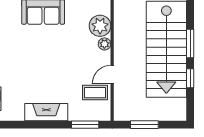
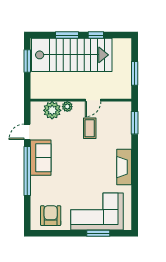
door: (112, 75) -> (93, 100), hinge flipped
coffee table: (95, 93) -> (90, 128), moved
fireplace: (46, 112) -> (124, 167), moved

